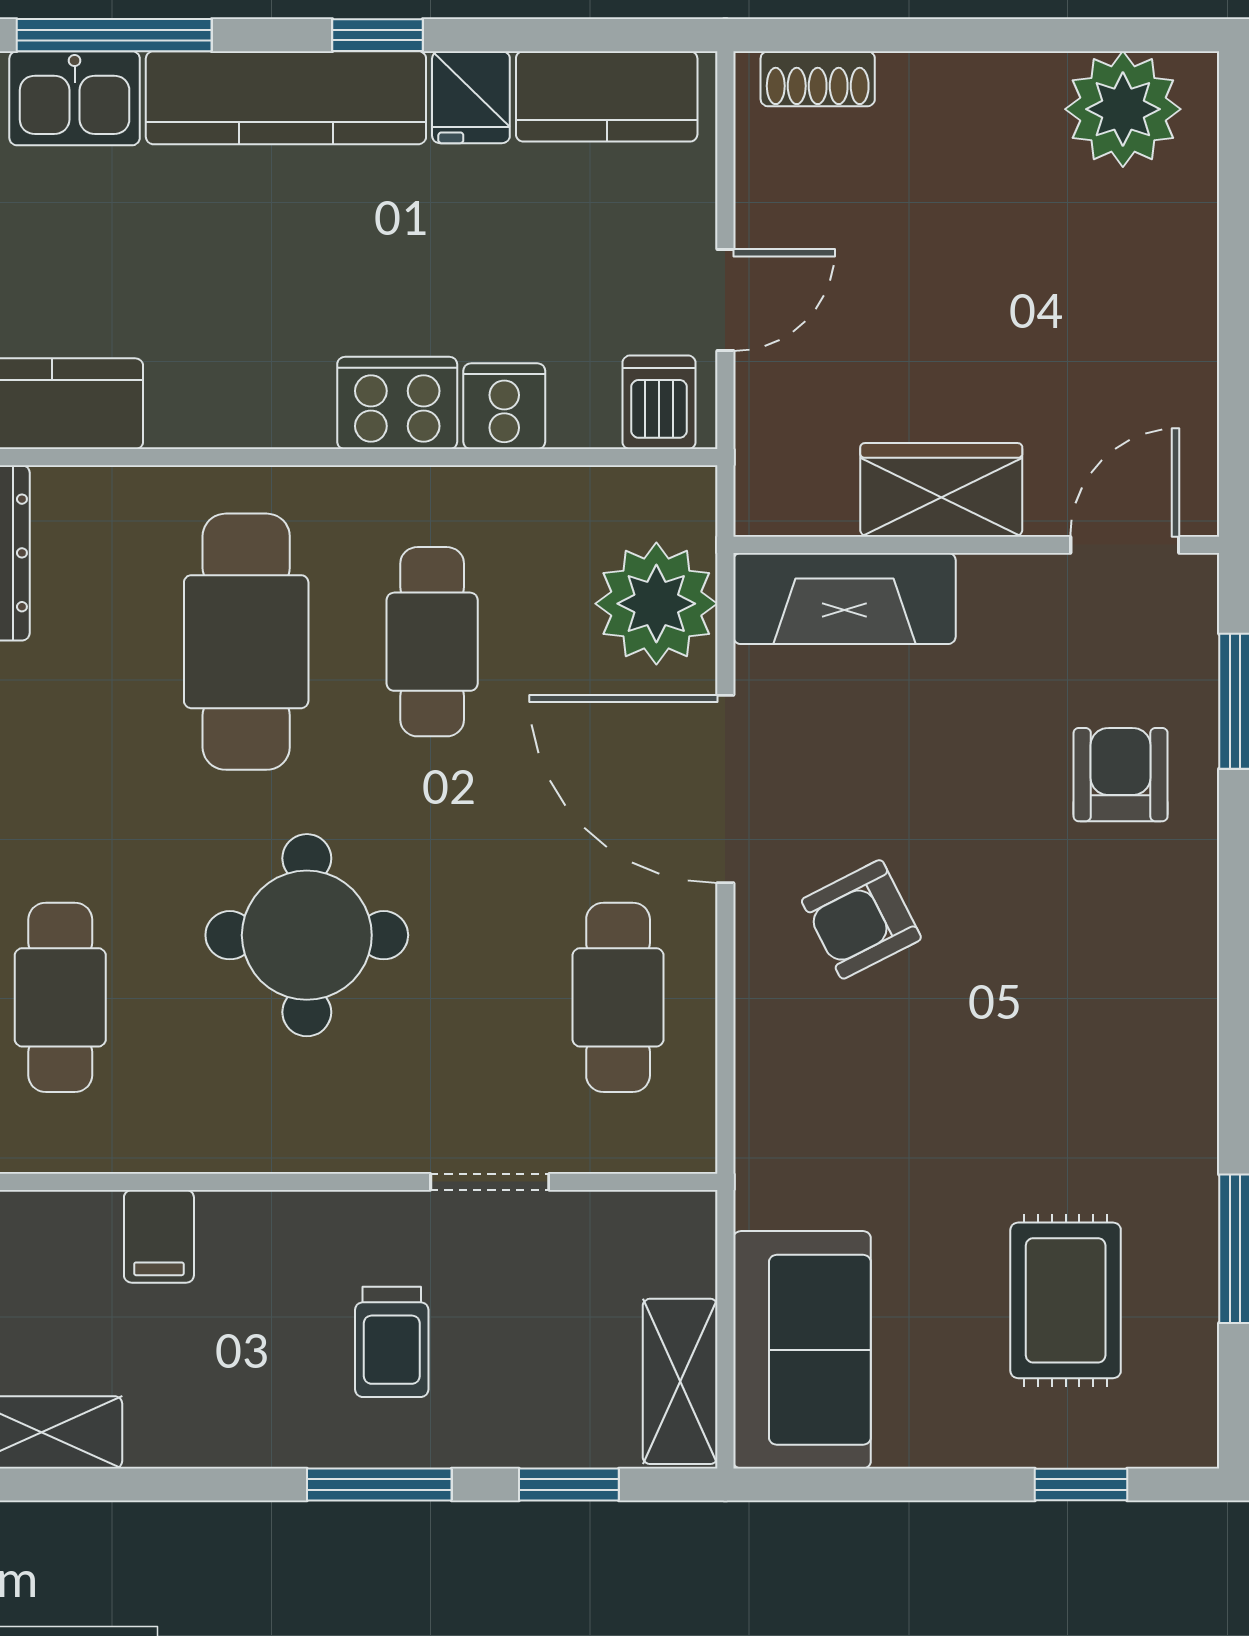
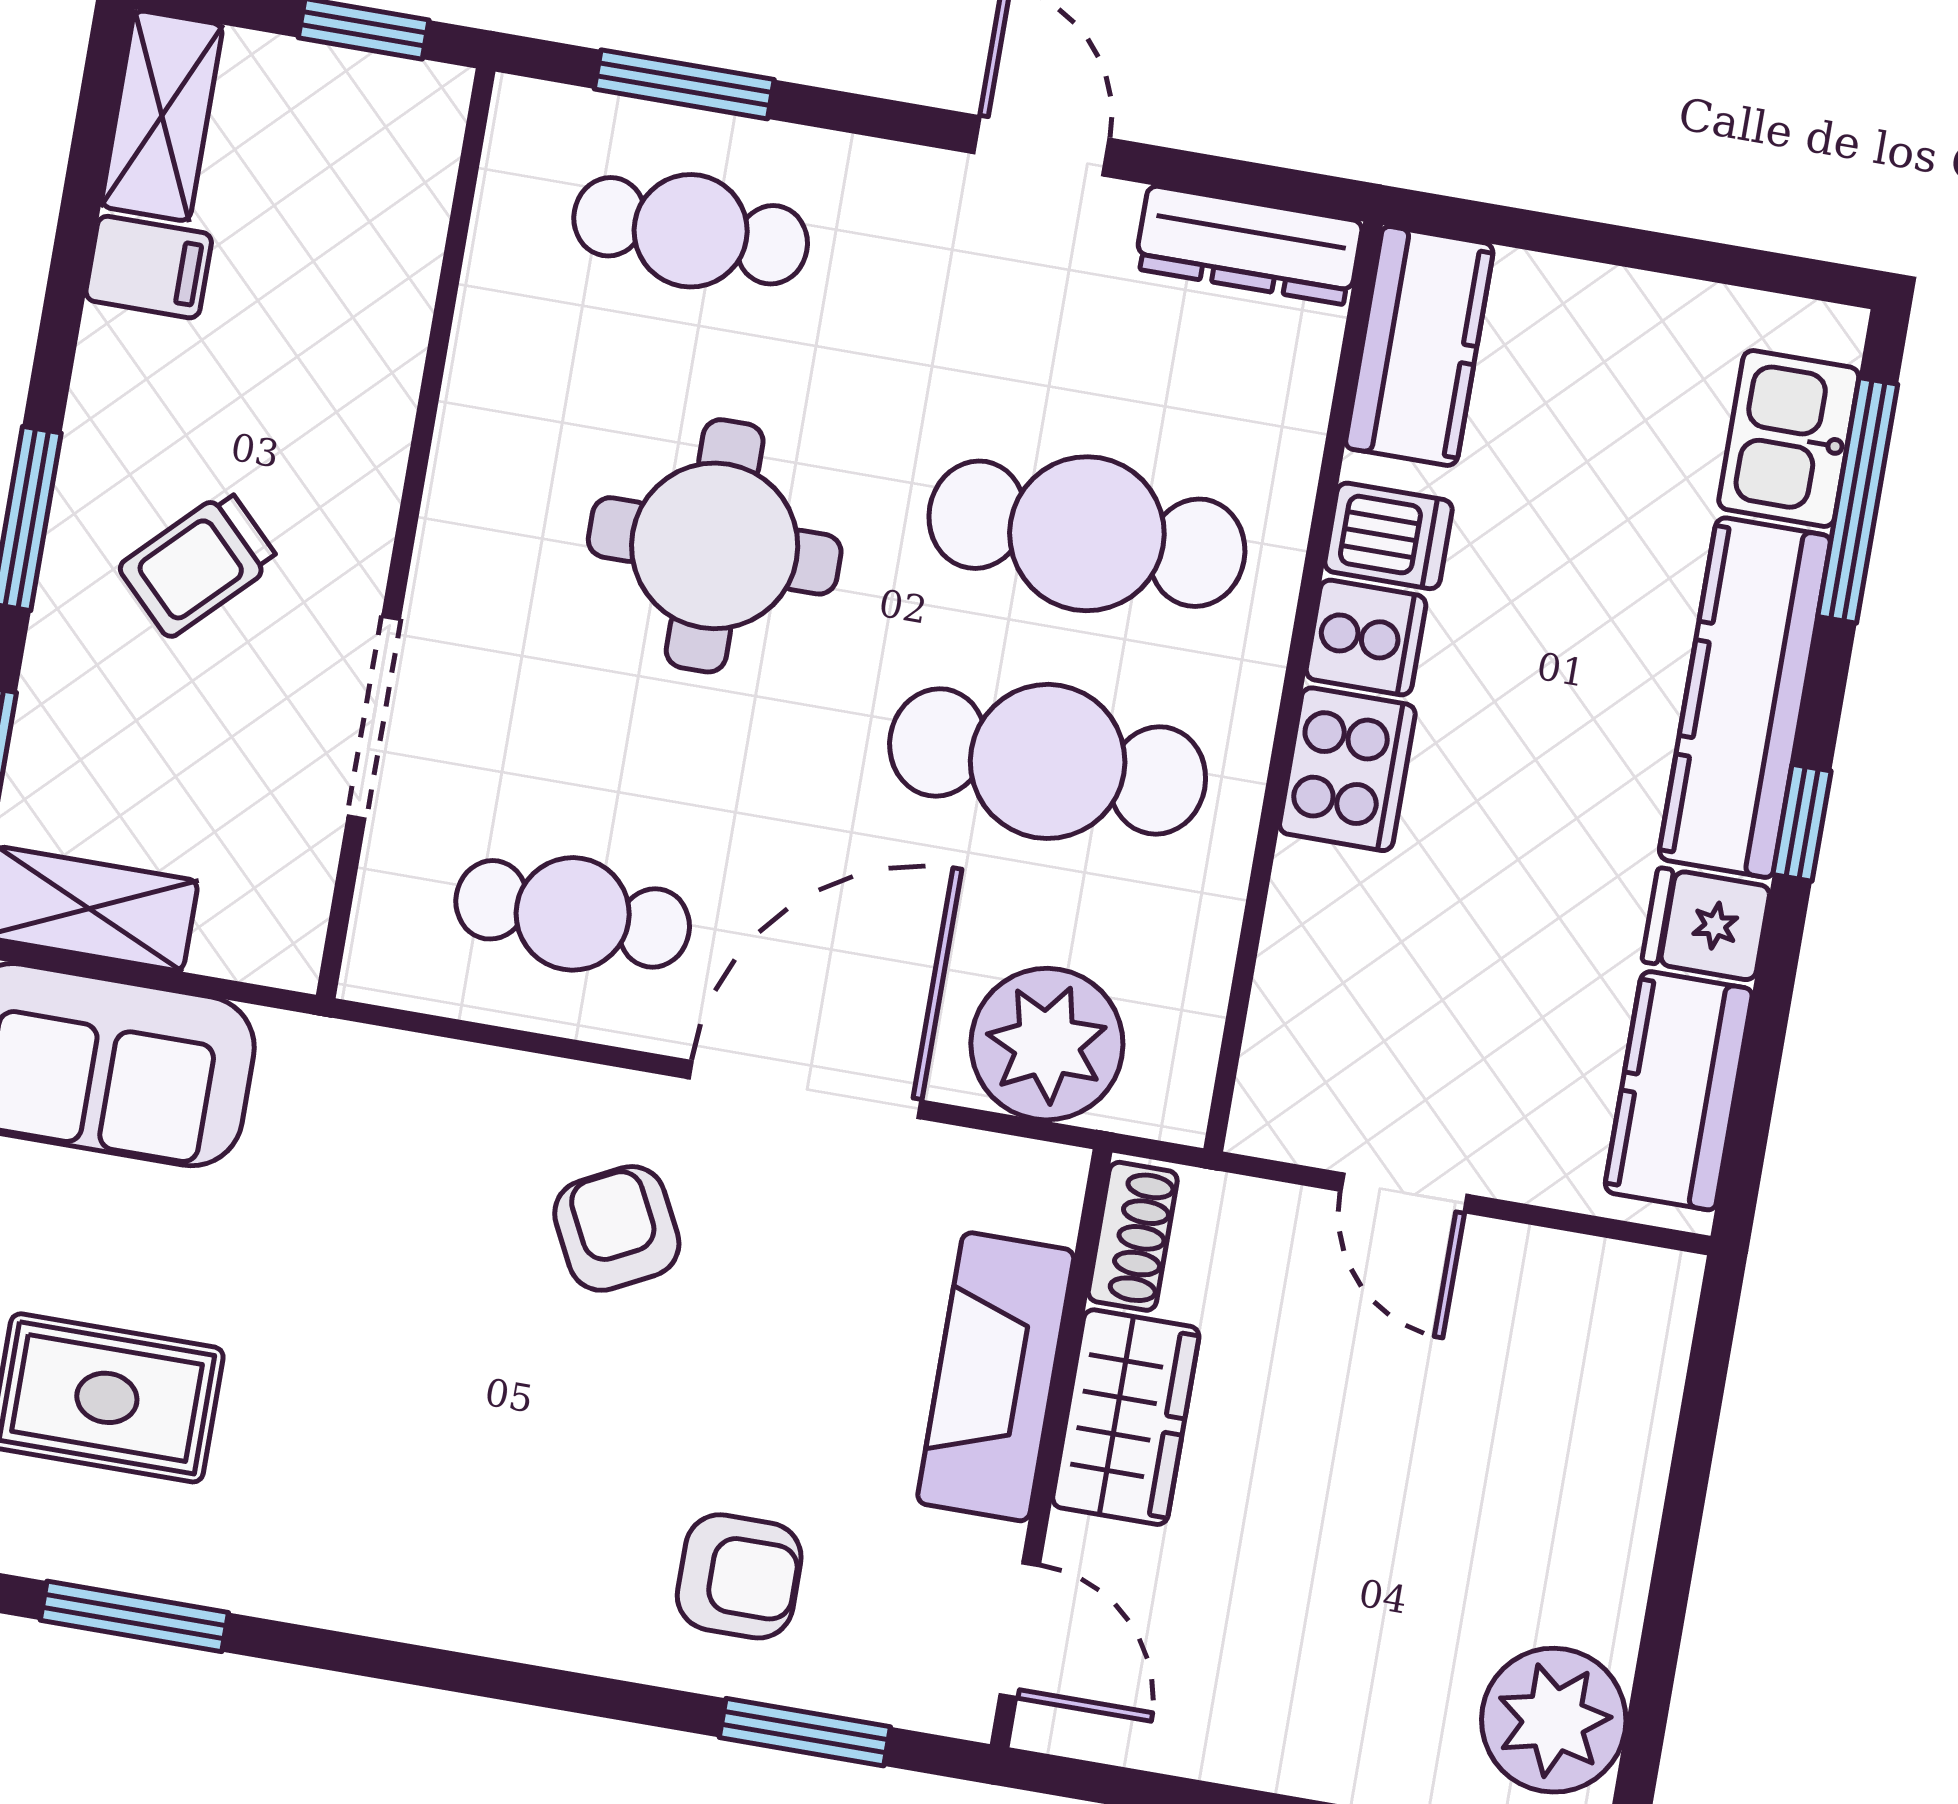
shoe rack: (818, 79) -> (1133, 1236), moved, turned 180
dishwasher: (659, 402) -> (1388, 536), moved
cooker: (504, 406) -> (1366, 637), moved
fireplace: (844, 598) -> (996, 1377), moved
cafe table: (432, 642) -> (1048, 761), width x1.37, depth x1.35
doorway: (490, 1182) -> (374, 718), width x1.38
filing cabinet: (159, 1236) -> (149, 267), moved, turned 180
trolley: (392, 1342) -> (199, 564), turned -45

